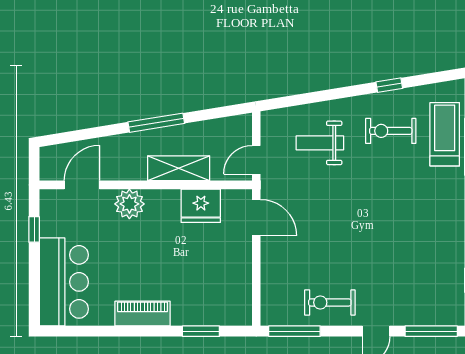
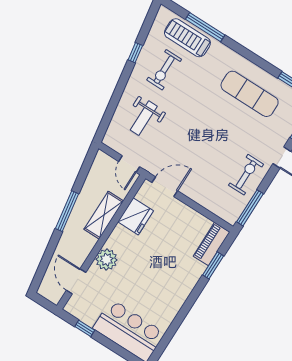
exercise mat: (426, 247) -> (250, 94), added
exercise bike: (330, 302) -> (246, 175), turned 180
piano: (143, 314) -> (211, 244), moved

